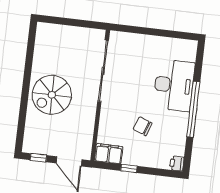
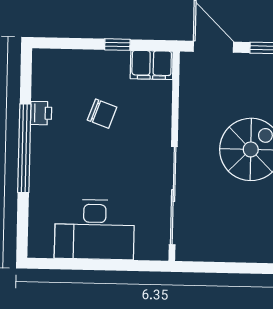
desk: (174, 85) -> (94, 229), moved, turned -90
printer: (177, 163) -> (41, 113), moved

